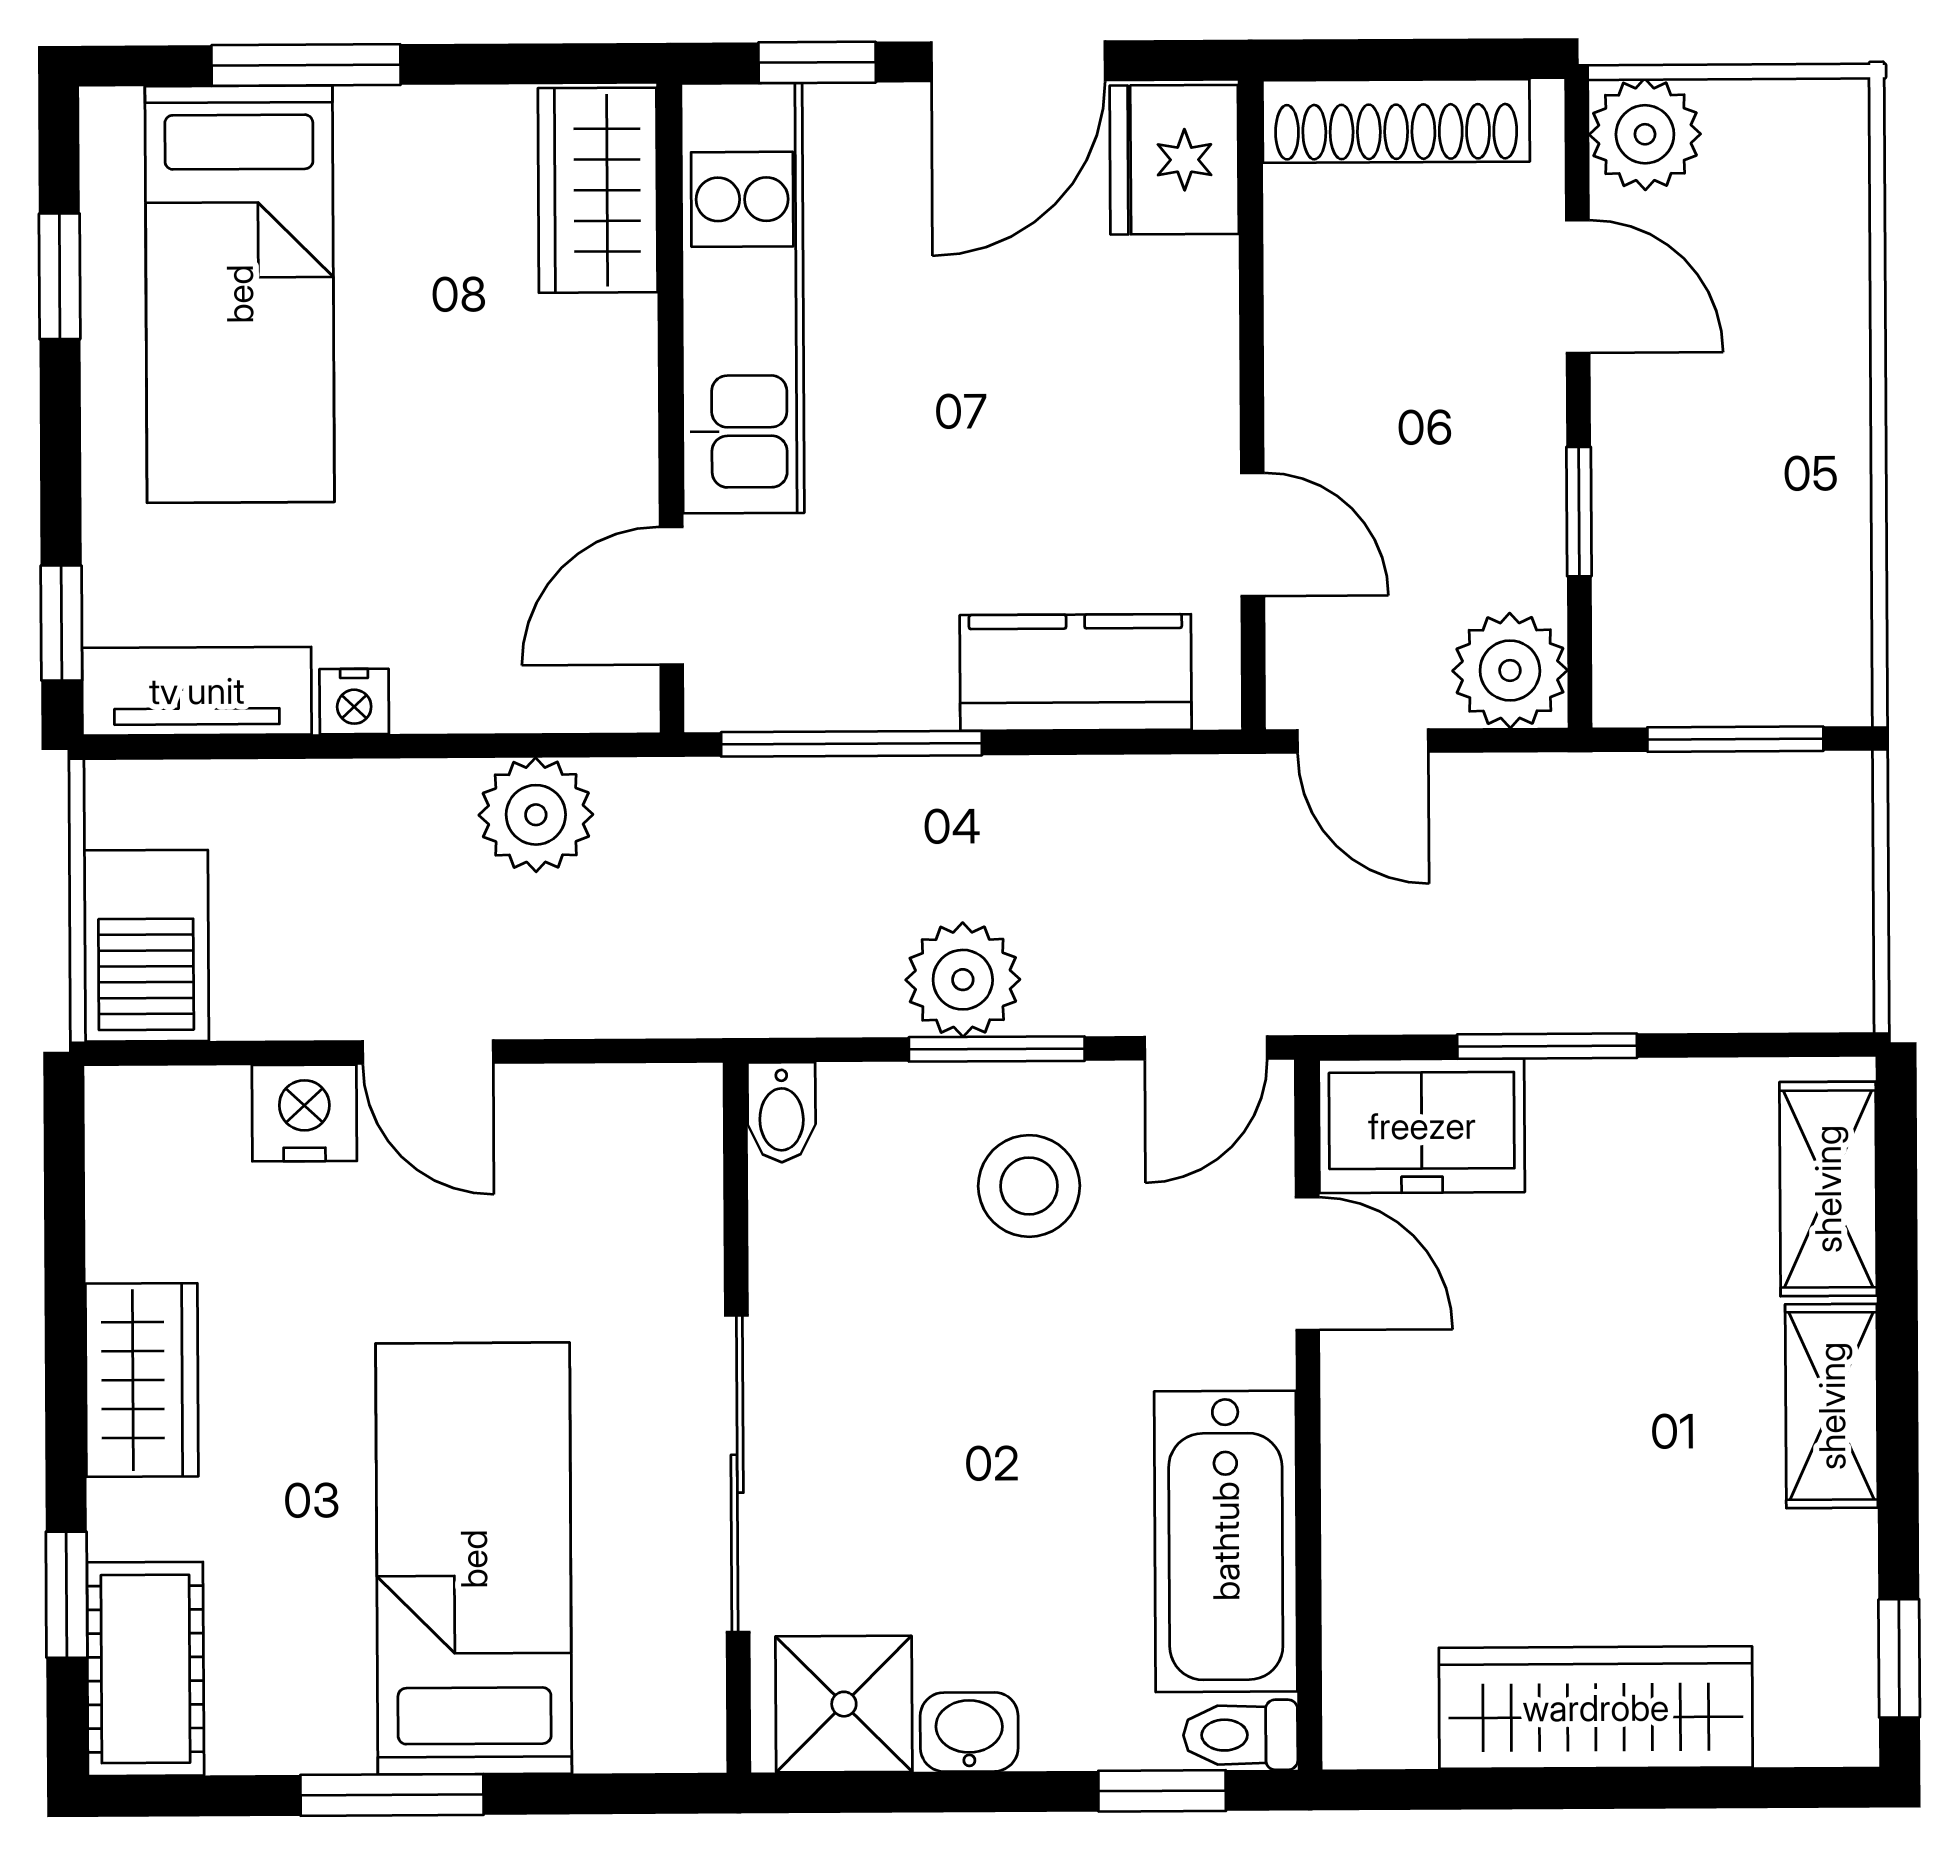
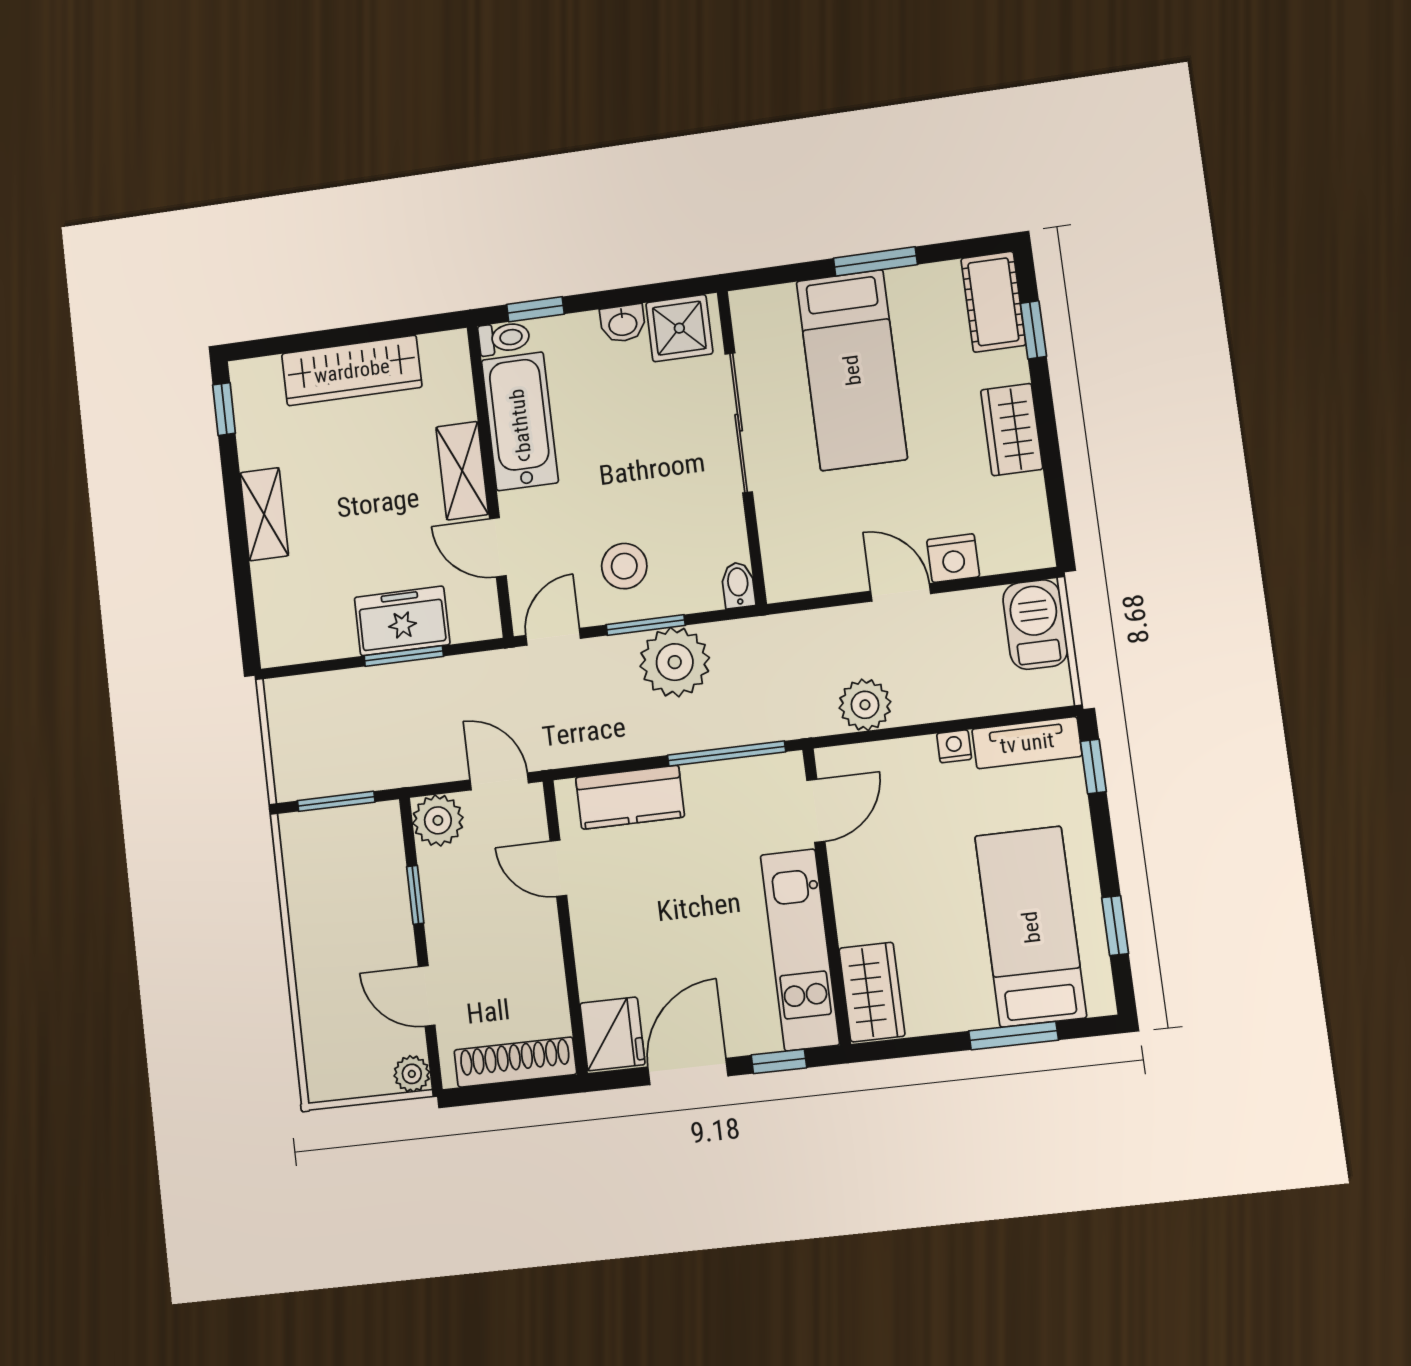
plant: (1645, 134) -> (412, 1074), width x0.73, depth x0.73
plant: (963, 980) -> (675, 662), width x1.36, depth x1.36
freezer: (1422, 1126) -> (402, 621), moved
shelving: (1828, 1189) -> (462, 471), moved

